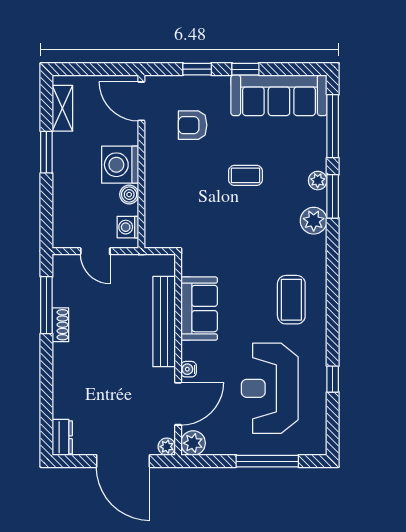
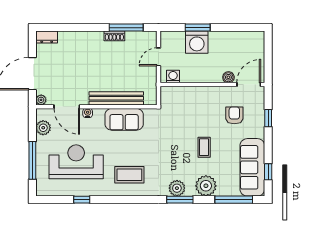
window: (245, 69) -> (268, 172), moved
shelving: (62, 108) -> (244, 37), removed
window: (46, 152) -> (198, 28), moved
washing machine: (120, 165) -> (197, 42), moved, turned 180
plant: (318, 181) -> (206, 186), width x1.87, depth x1.87
boiler: (129, 194) -> (228, 77), moved
window: (333, 196) -> (180, 200), moved
plant: (193, 443) -> (43, 128), moved

